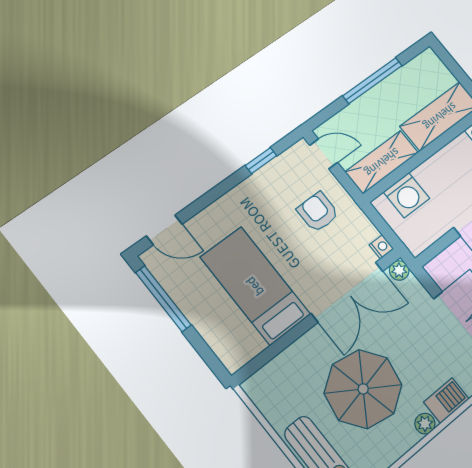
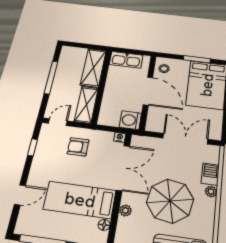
washing machine: (406, 195) -> (130, 120), moved, turned 180
door: (164, 230) -> (20, 195), moved
plant: (399, 270) -> (125, 210), moved
floor lamp: (255, 346) -> (104, 225), added

